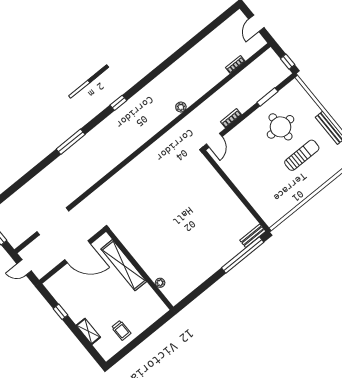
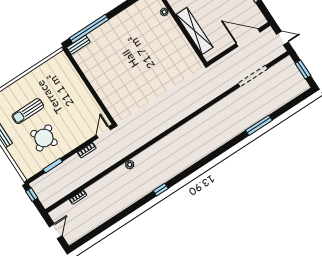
window: (118, 103) -> (161, 190), moved
round table: (281, 127) -> (44, 138), turned -33
window: (71, 142) -> (259, 125), moved
door: (78, 252) -> (248, 38), moved

